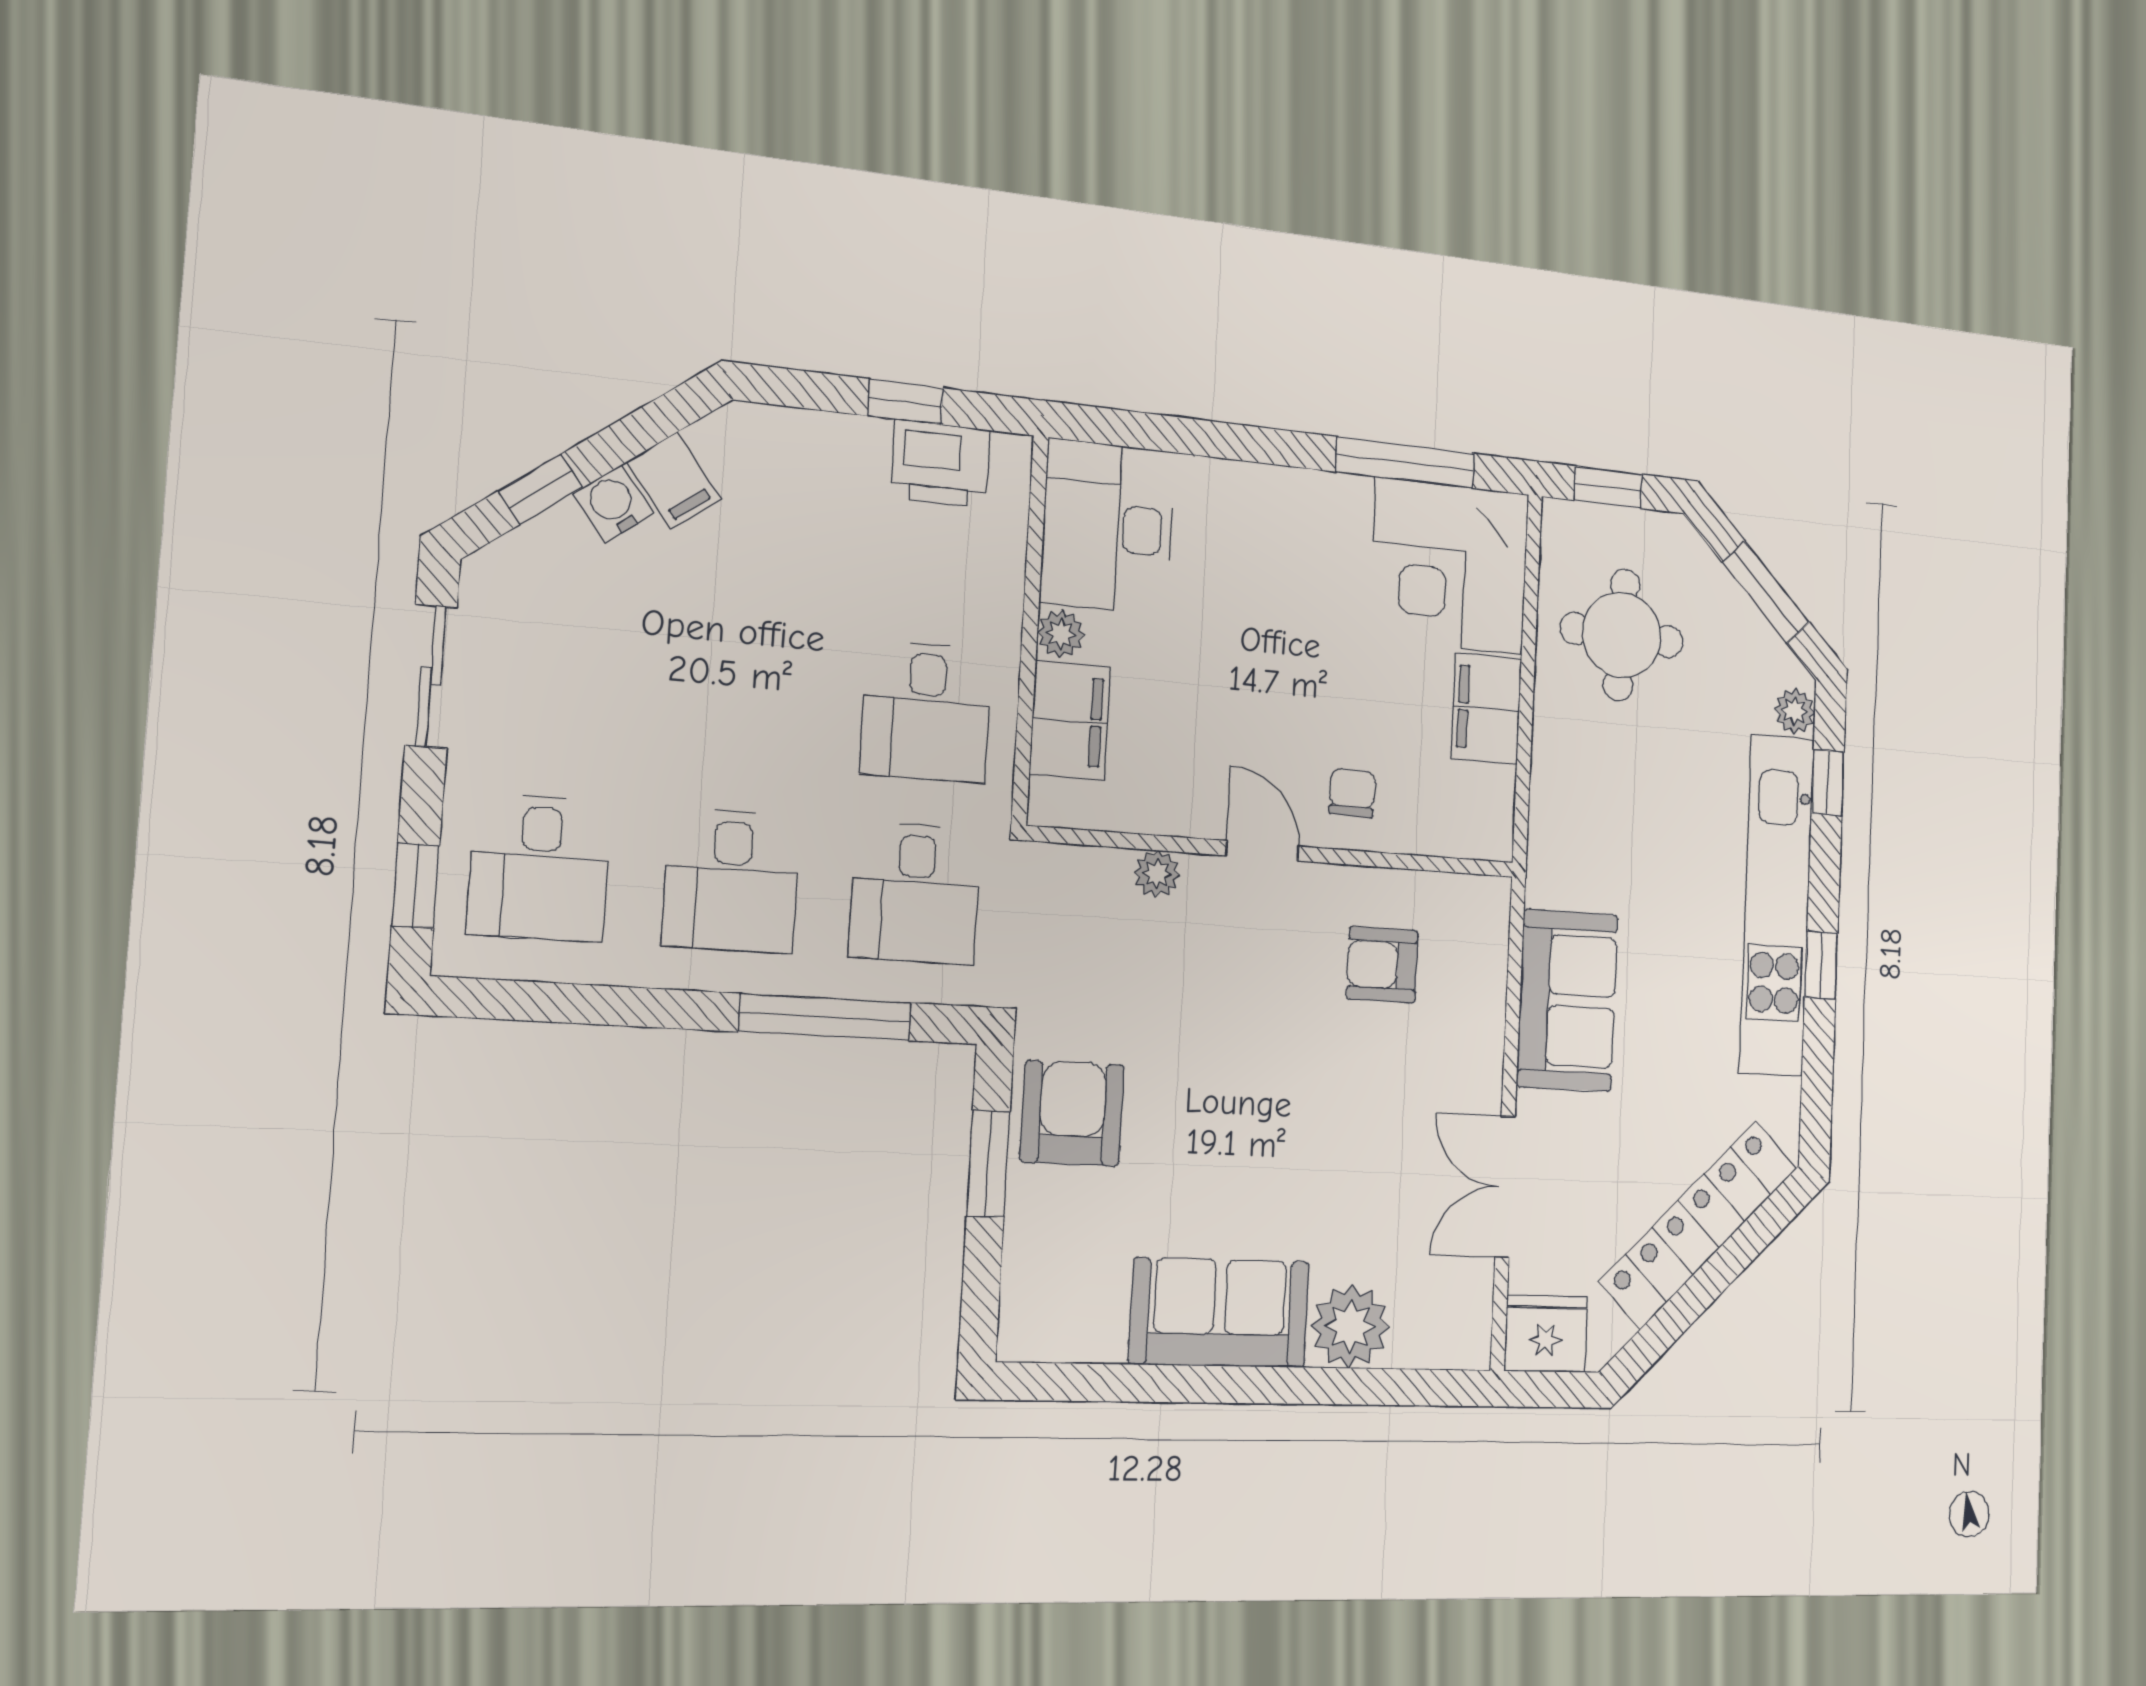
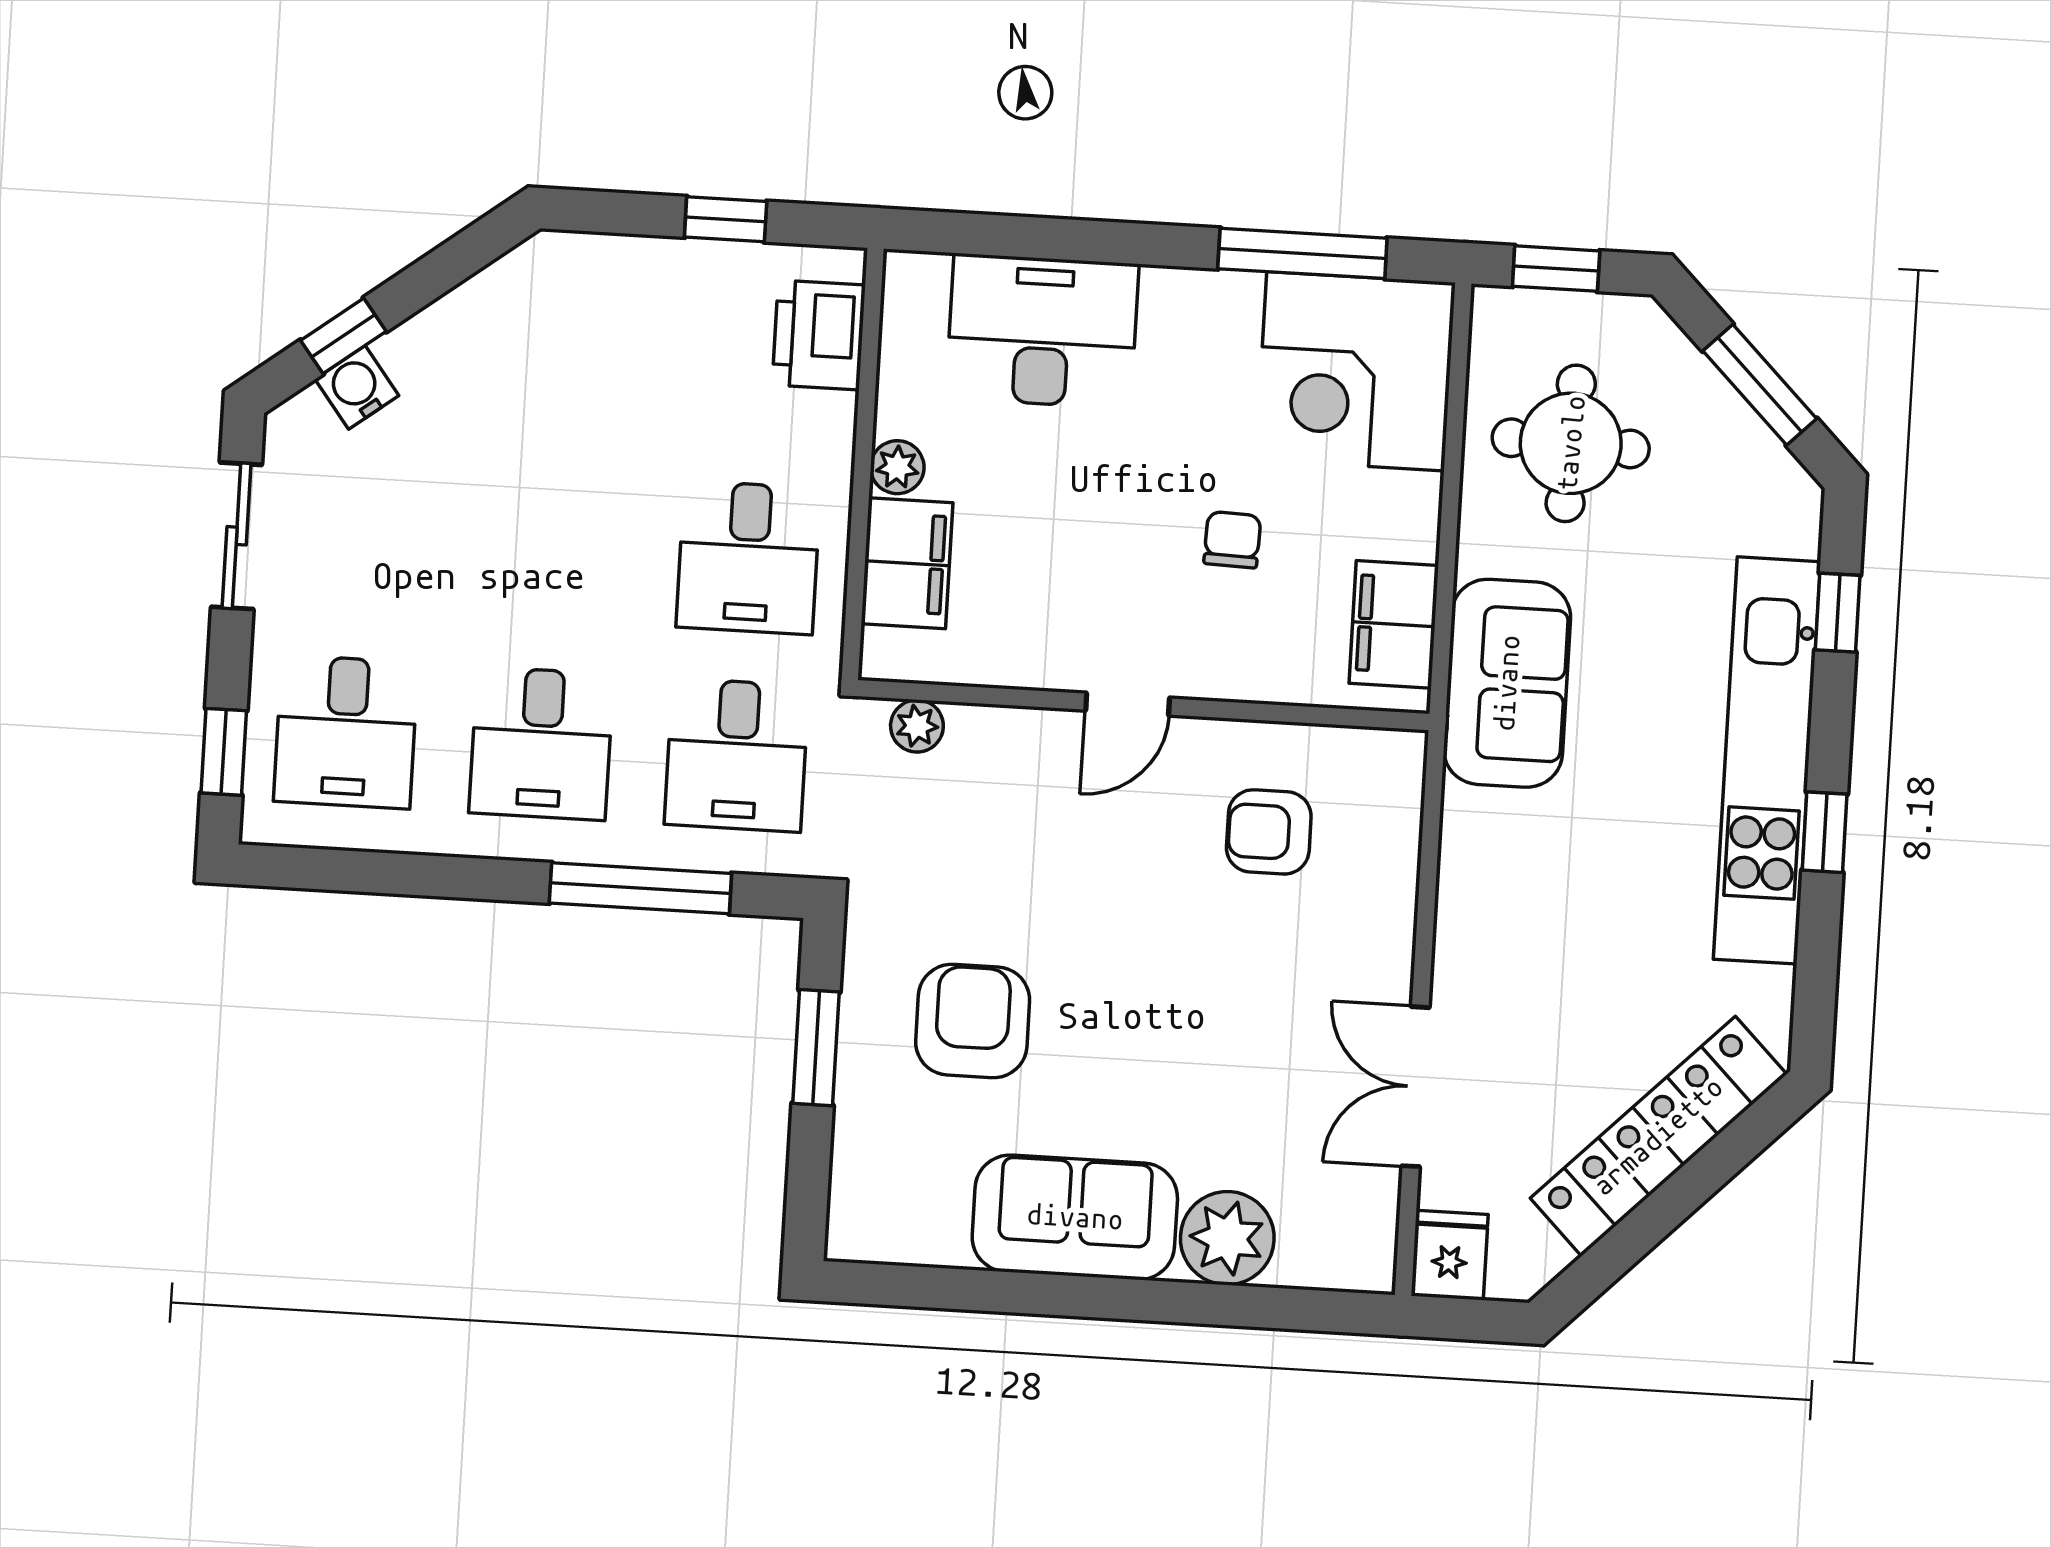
printer: (940, 464) -> (819, 335), moved, turned 90
filing cabinet: (674, 481) -> (480, 319), removed
water cooler: (613, 503) -> (357, 387), moved
desk: (1108, 527) -> (1042, 331), moved, turned 90
filing cabinet: (1486, 708) -> (1394, 624), moved
plant: (1795, 711) -> (1795, 527), removed
chair: (1352, 793) -> (1232, 540), moved
door: (1262, 851) -> (1128, 704), swing flipped
plant: (1157, 874) -> (917, 726), moved
sofa: (1567, 1000) -> (1507, 683), moved
armchair: (1072, 1113) -> (973, 1021), moved
fridge: (1546, 1334) -> (1450, 1255), width x0.72

